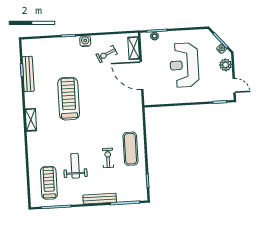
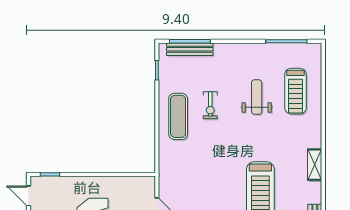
weight bench: (75, 166) -> (257, 97), turned 180
treadmill: (49, 183) -> (295, 91), moved
bench: (100, 199) -> (190, 49), moved

